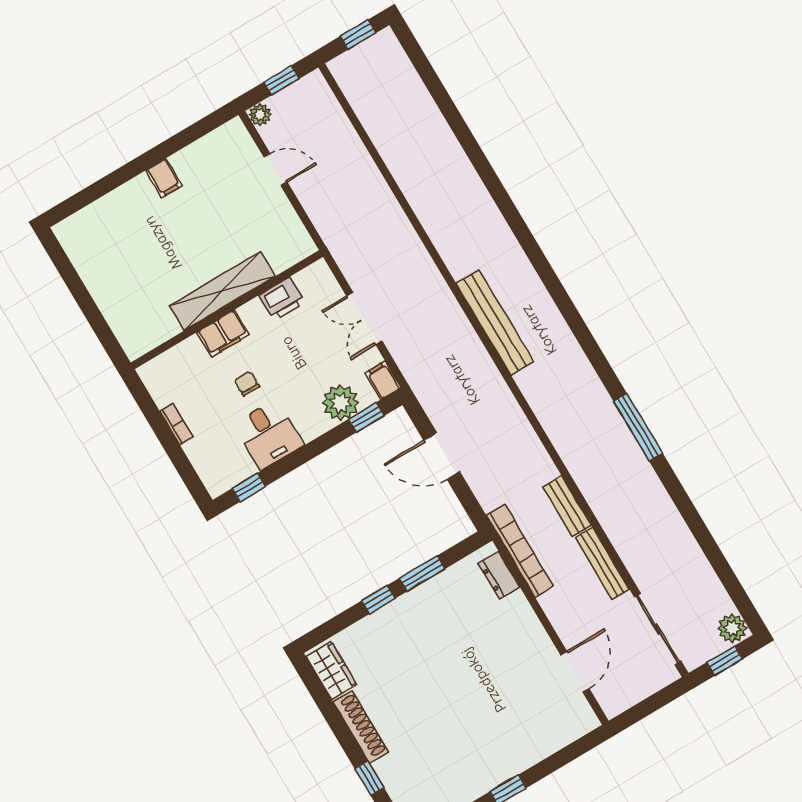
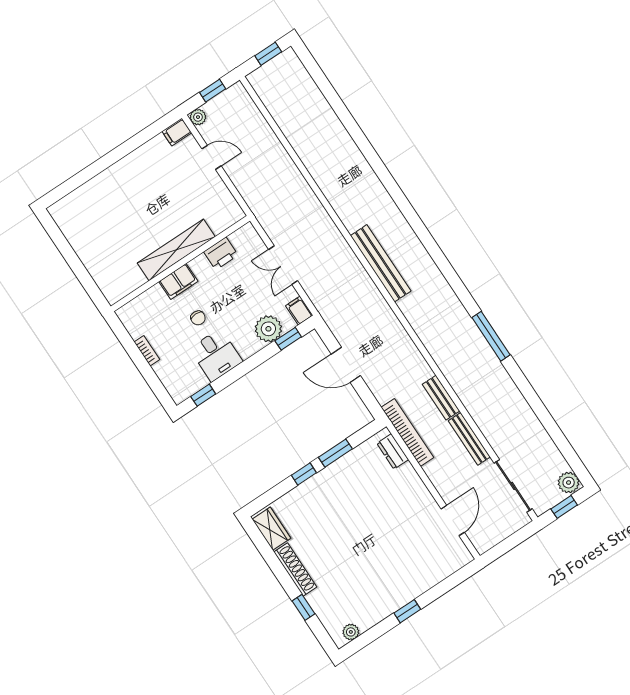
filing cabinet: (164, 178) -> (177, 132), moved, turned 90
chair: (247, 384) -> (198, 318), turned 180

